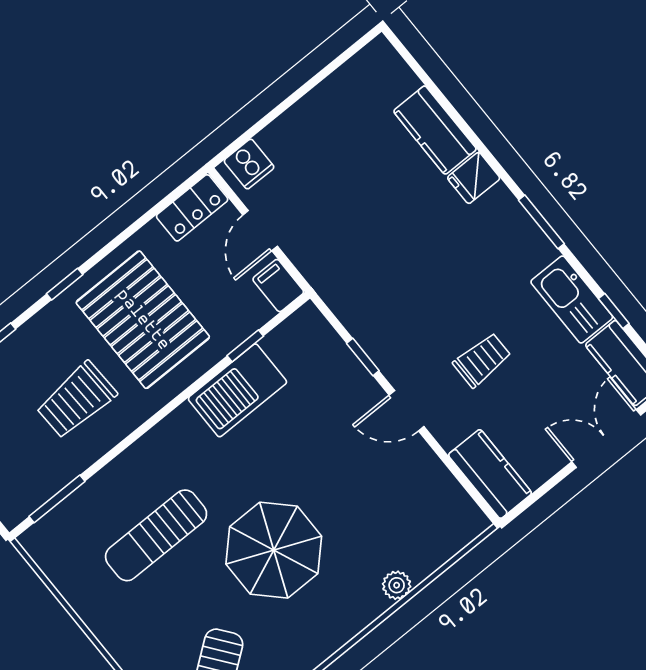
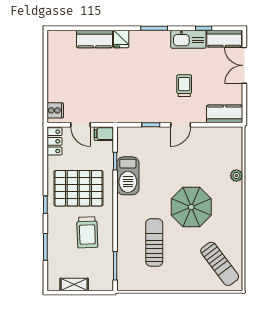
sun lounger: (156, 535) -> (154, 242), turned 180

